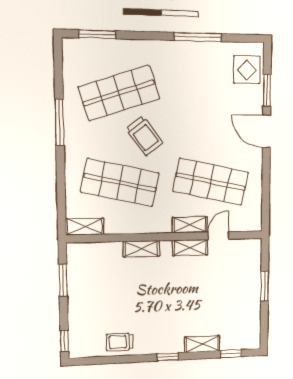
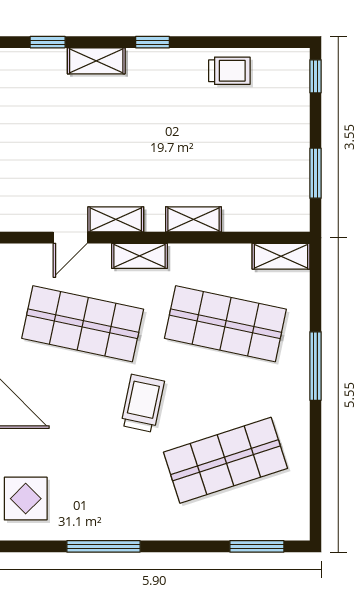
window: (59, 122) -> (316, 366), moved
trolley: (144, 136) -> (143, 403), moved, turned 49
shelving: (190, 225) -> (139, 256), moved

